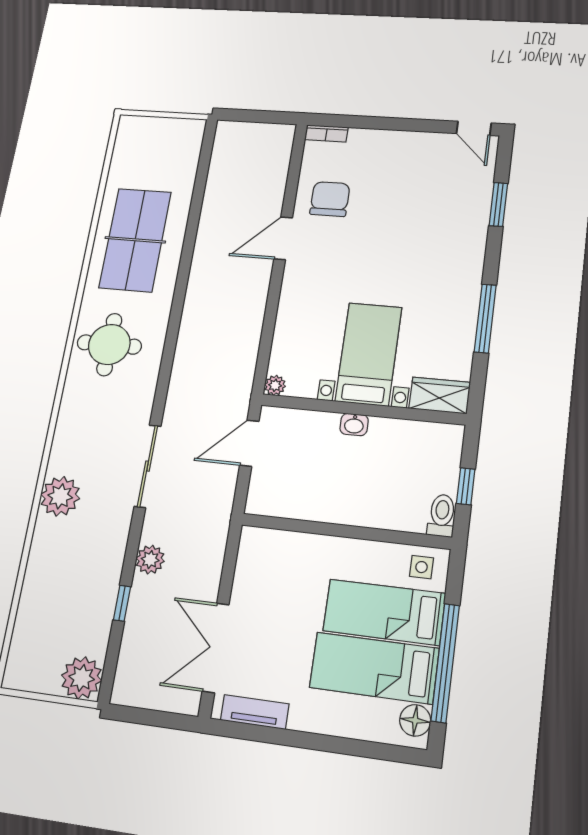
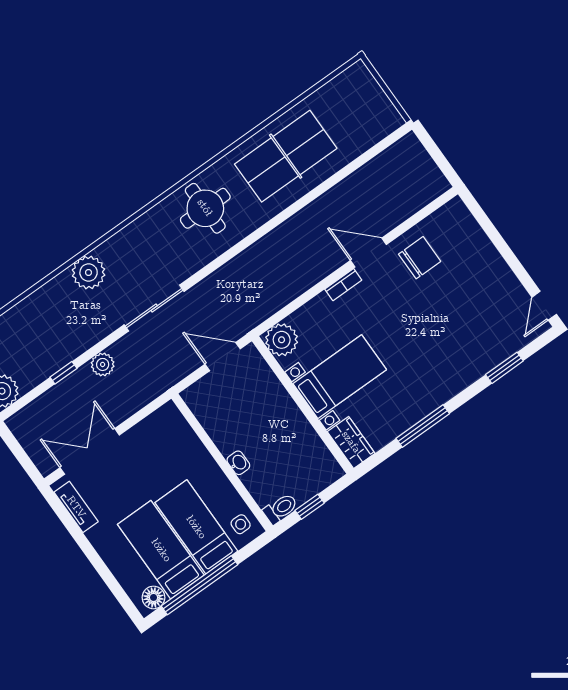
bookcase: (326, 133) -> (343, 285), moved, turned -90
plant: (275, 385) -> (282, 340), width x1.88, depth x1.88
washbasin: (354, 425) -> (238, 463), moved, turned 180

